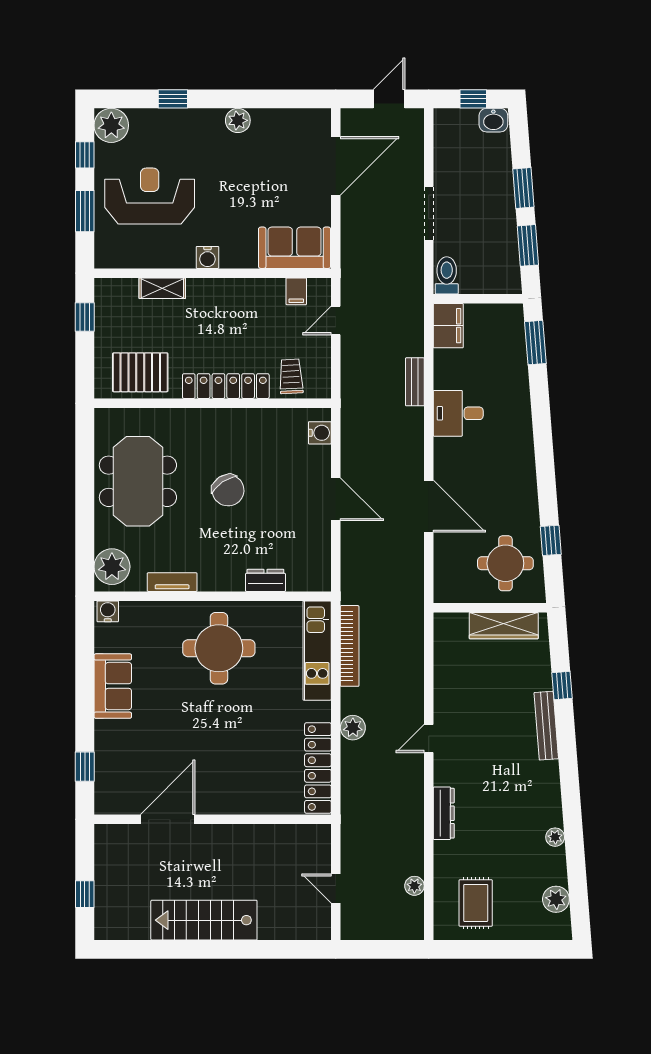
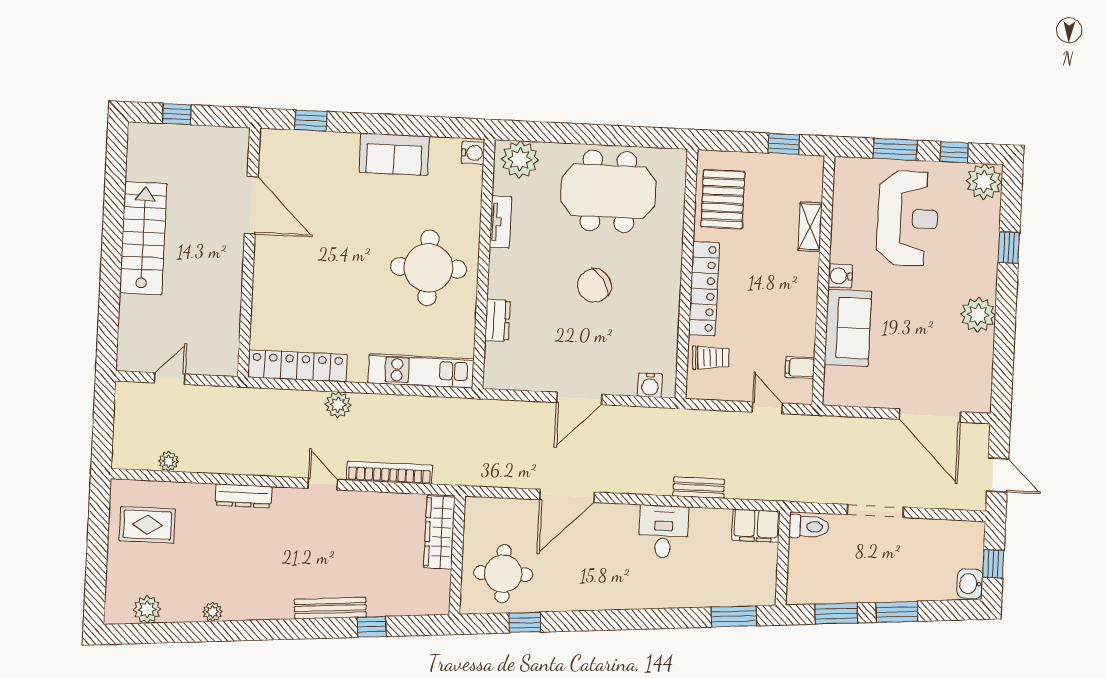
plant: (238, 120) -> (978, 315), width x1.36, depth x1.36
sofa: (295, 248) -> (848, 328), moved
wardrobe: (504, 626) -> (439, 532), moved
bookcase: (350, 646) -> (390, 473), moved, turned 180

